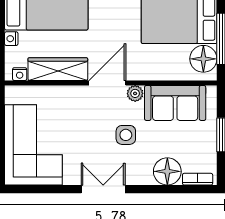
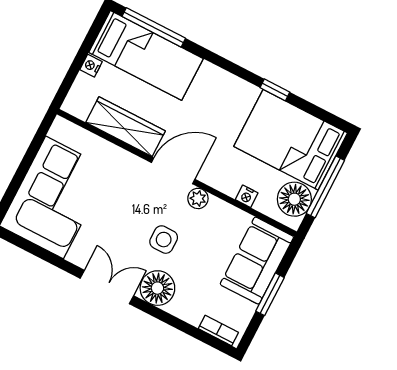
nightstand: (20, 74) -> (247, 196), moved
sofa: (175, 103) -> (257, 261), moved, turned 90
floor lamp: (167, 171) -> (157, 288), moved

